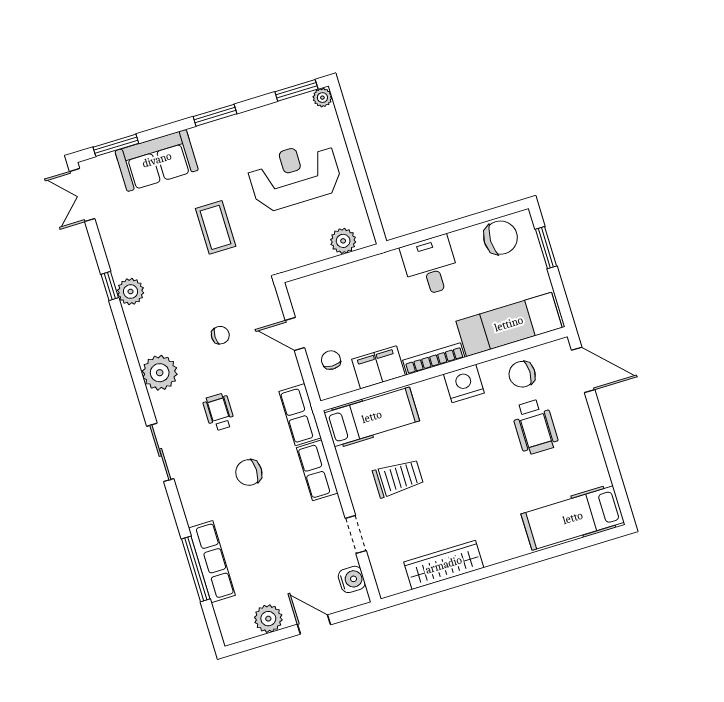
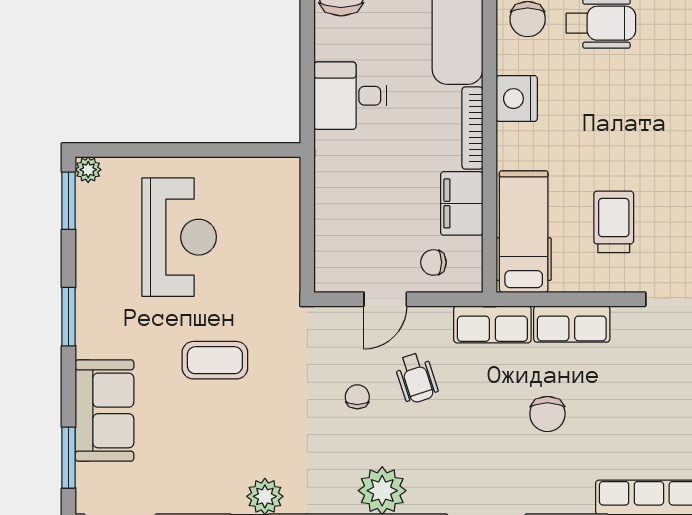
reception desk: (294, 176) -> (179, 237), turned 180
plant: (343, 241) -> (283, 199), removed
wheelchair: (219, 412) -> (416, 378), moved, turned -108

